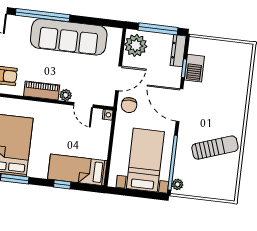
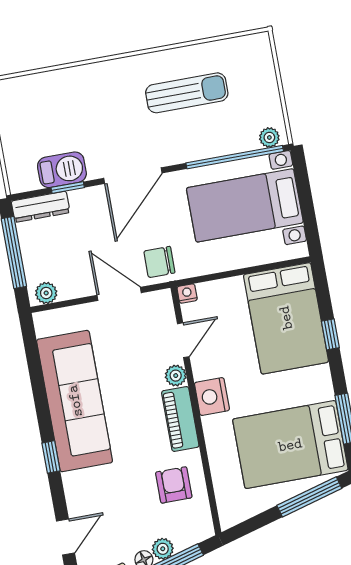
window: (43, 15) -> (51, 457), width x0.32
plant: (136, 45) -> (46, 293), width x0.53, depth x0.53
chair: (129, 105) -> (159, 262), turned 180
nightstand: (48, 111) -> (212, 397), added
sun lounger: (215, 148) -> (187, 93), turned 109
bed: (77, 170) -> (286, 318), width x1.50

